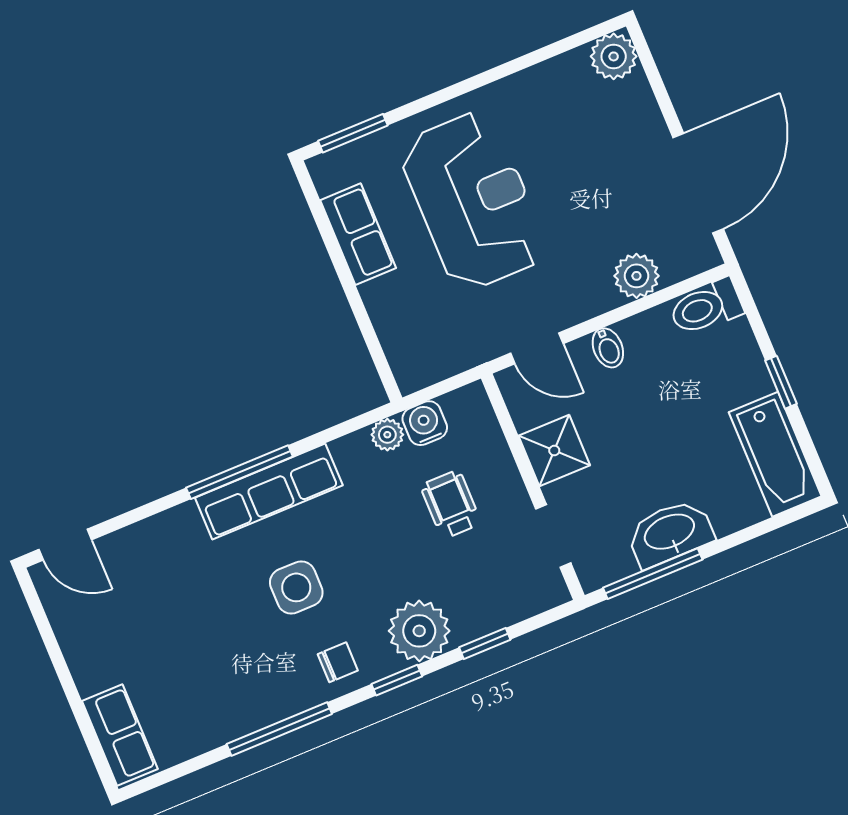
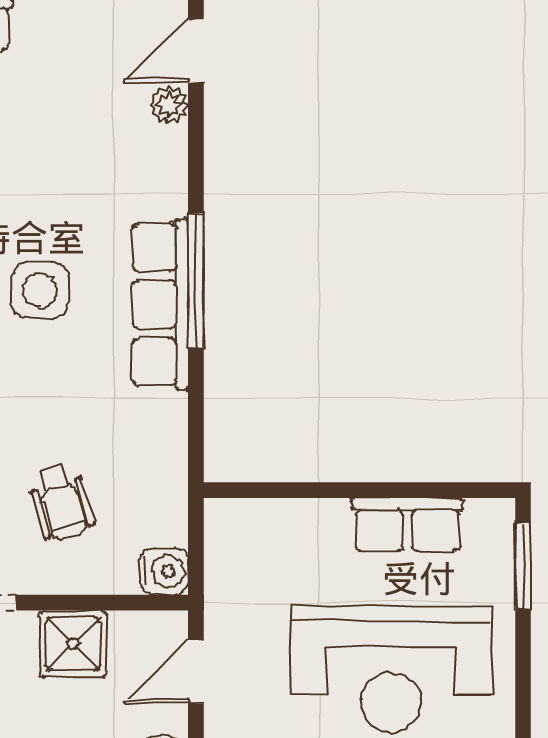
water cooler: (425, 423) -> (164, 571), moved
plant: (387, 435) -> (169, 105), moved
wheelchair: (451, 504) -> (61, 502), turned 74

